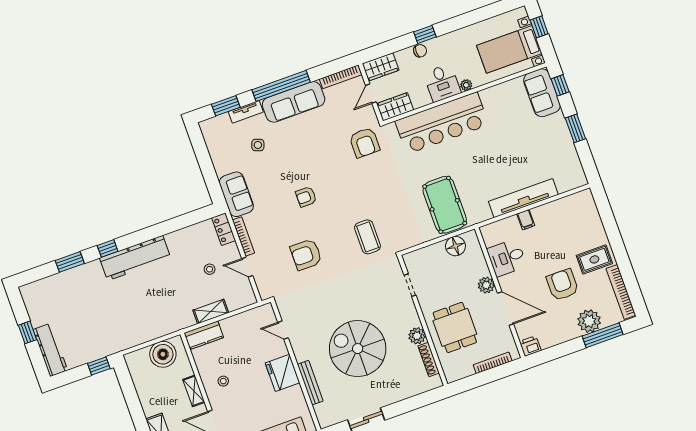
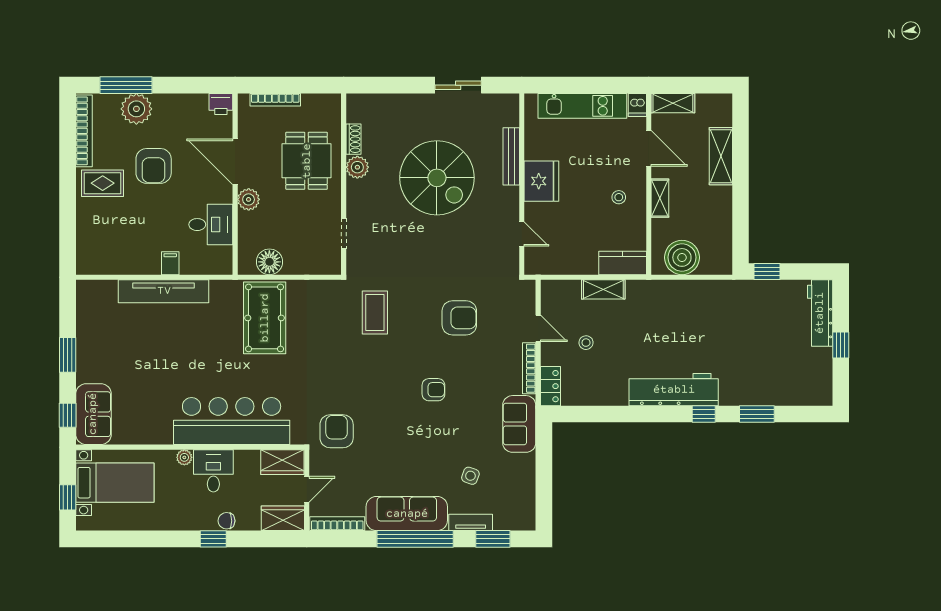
shoe rack: (429, 359) -> (353, 139), width x0.70

